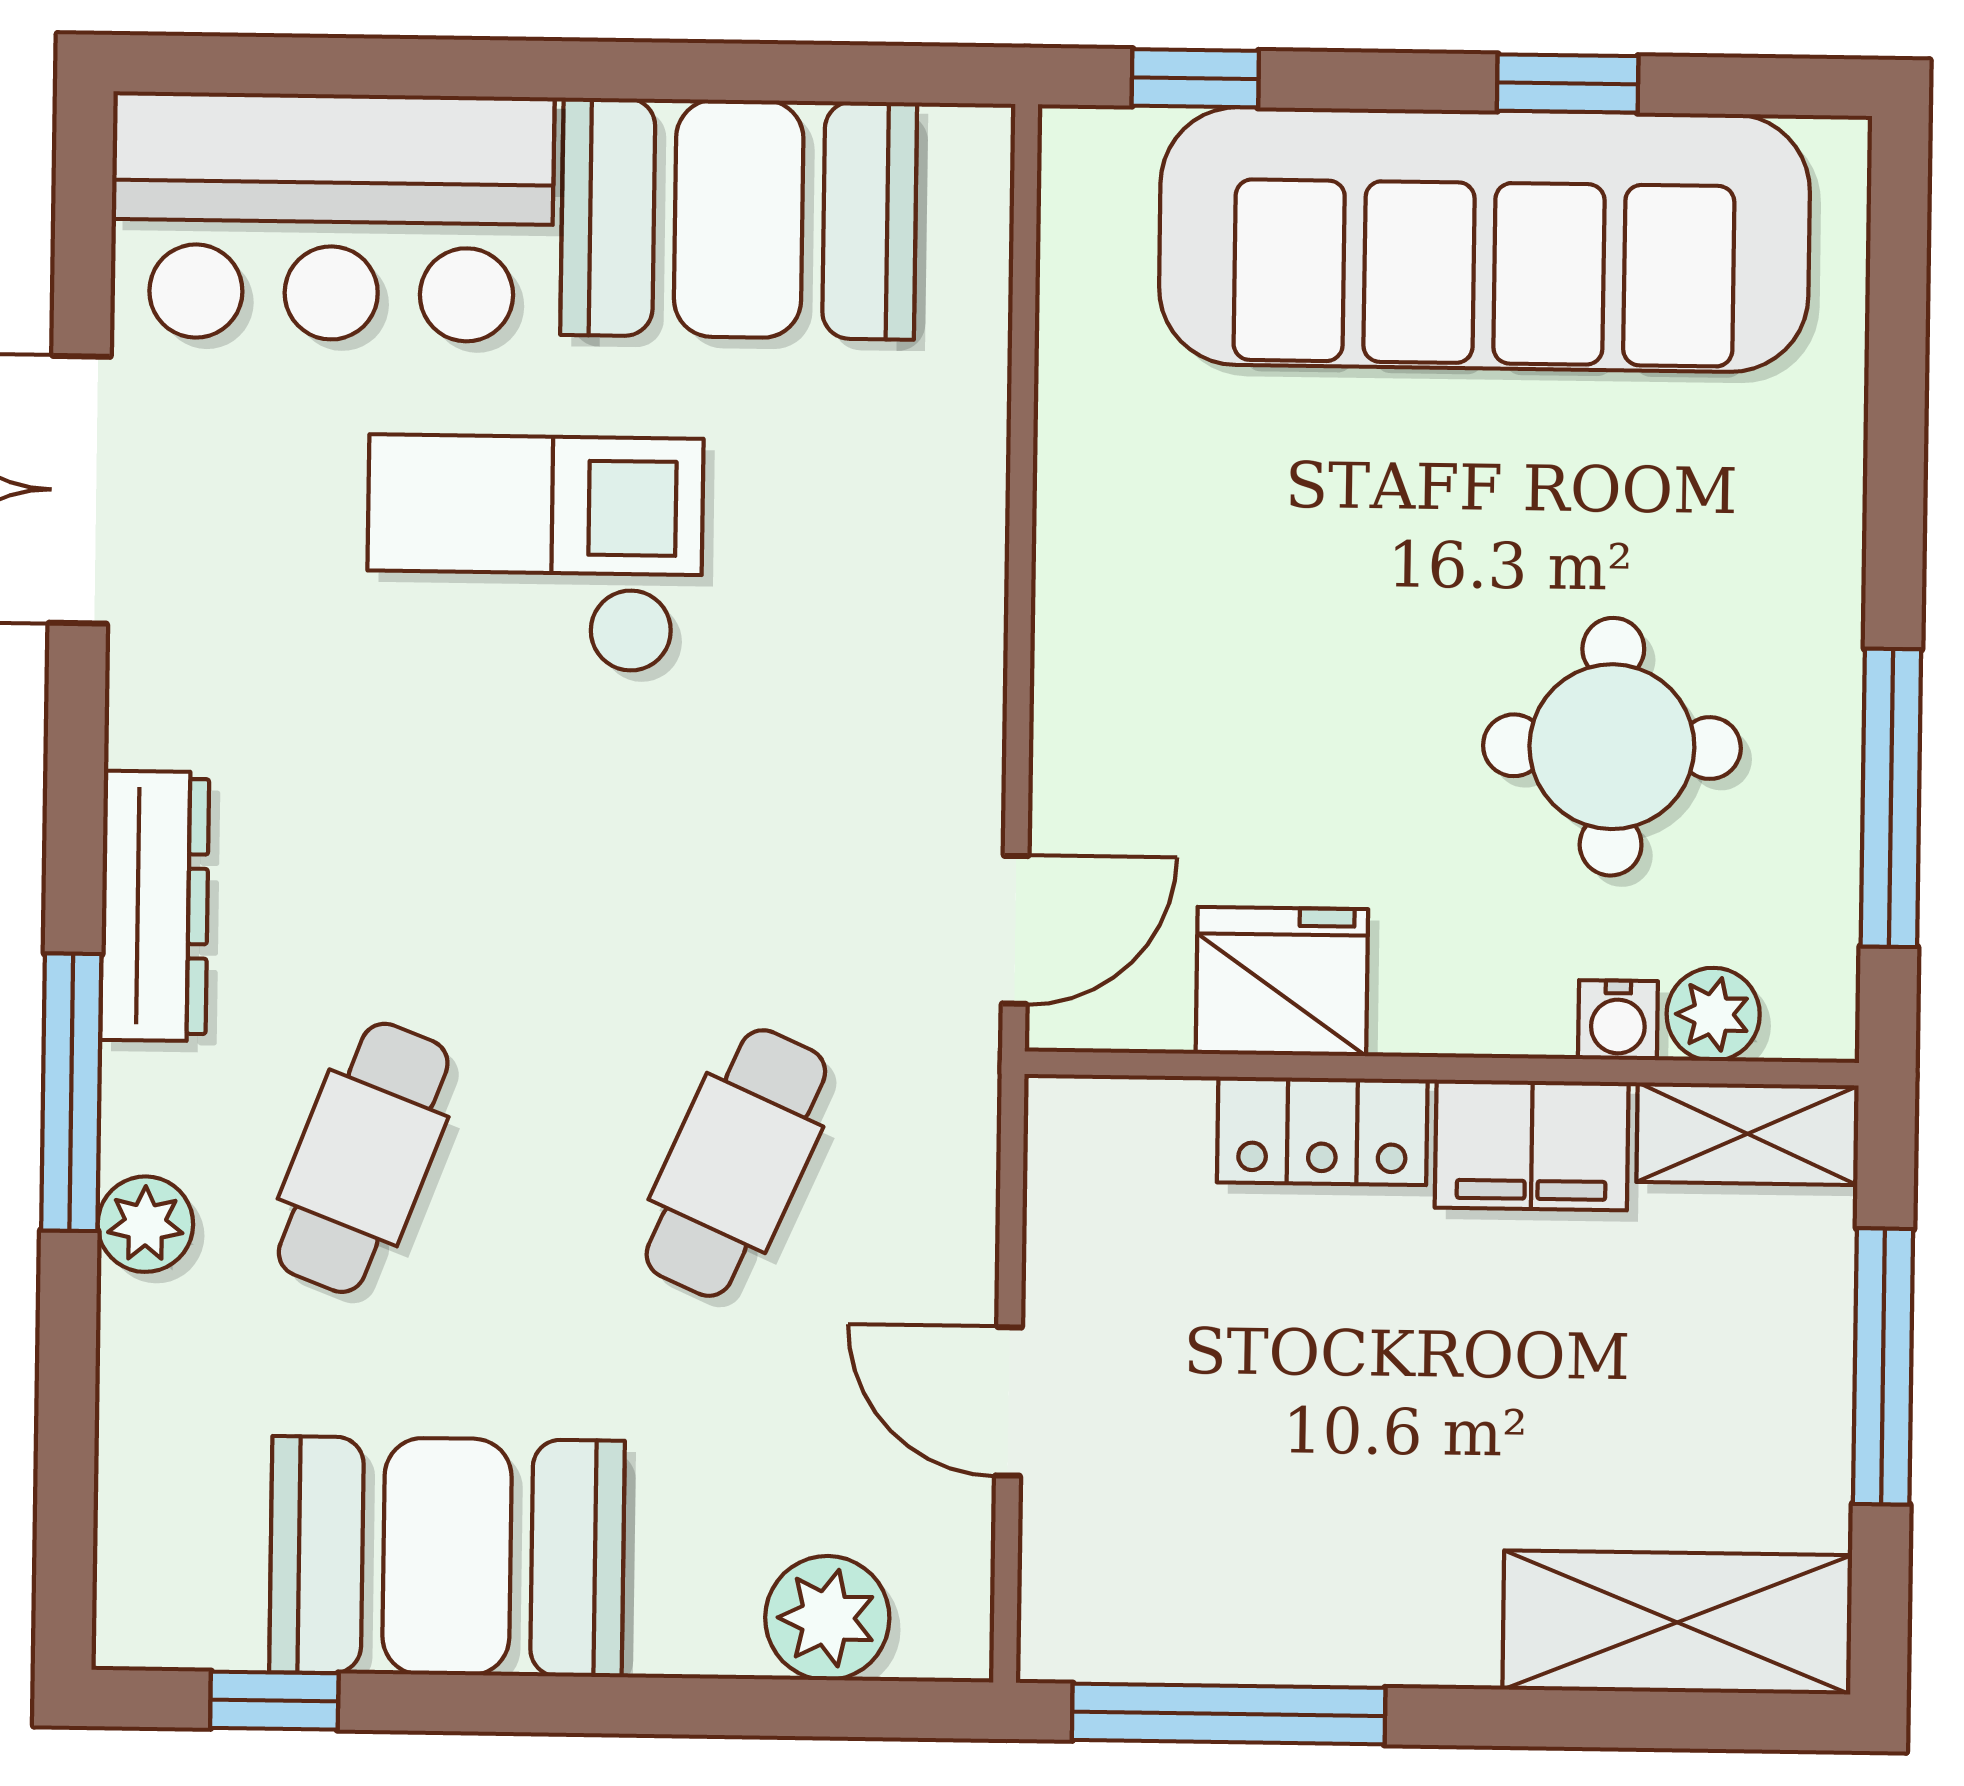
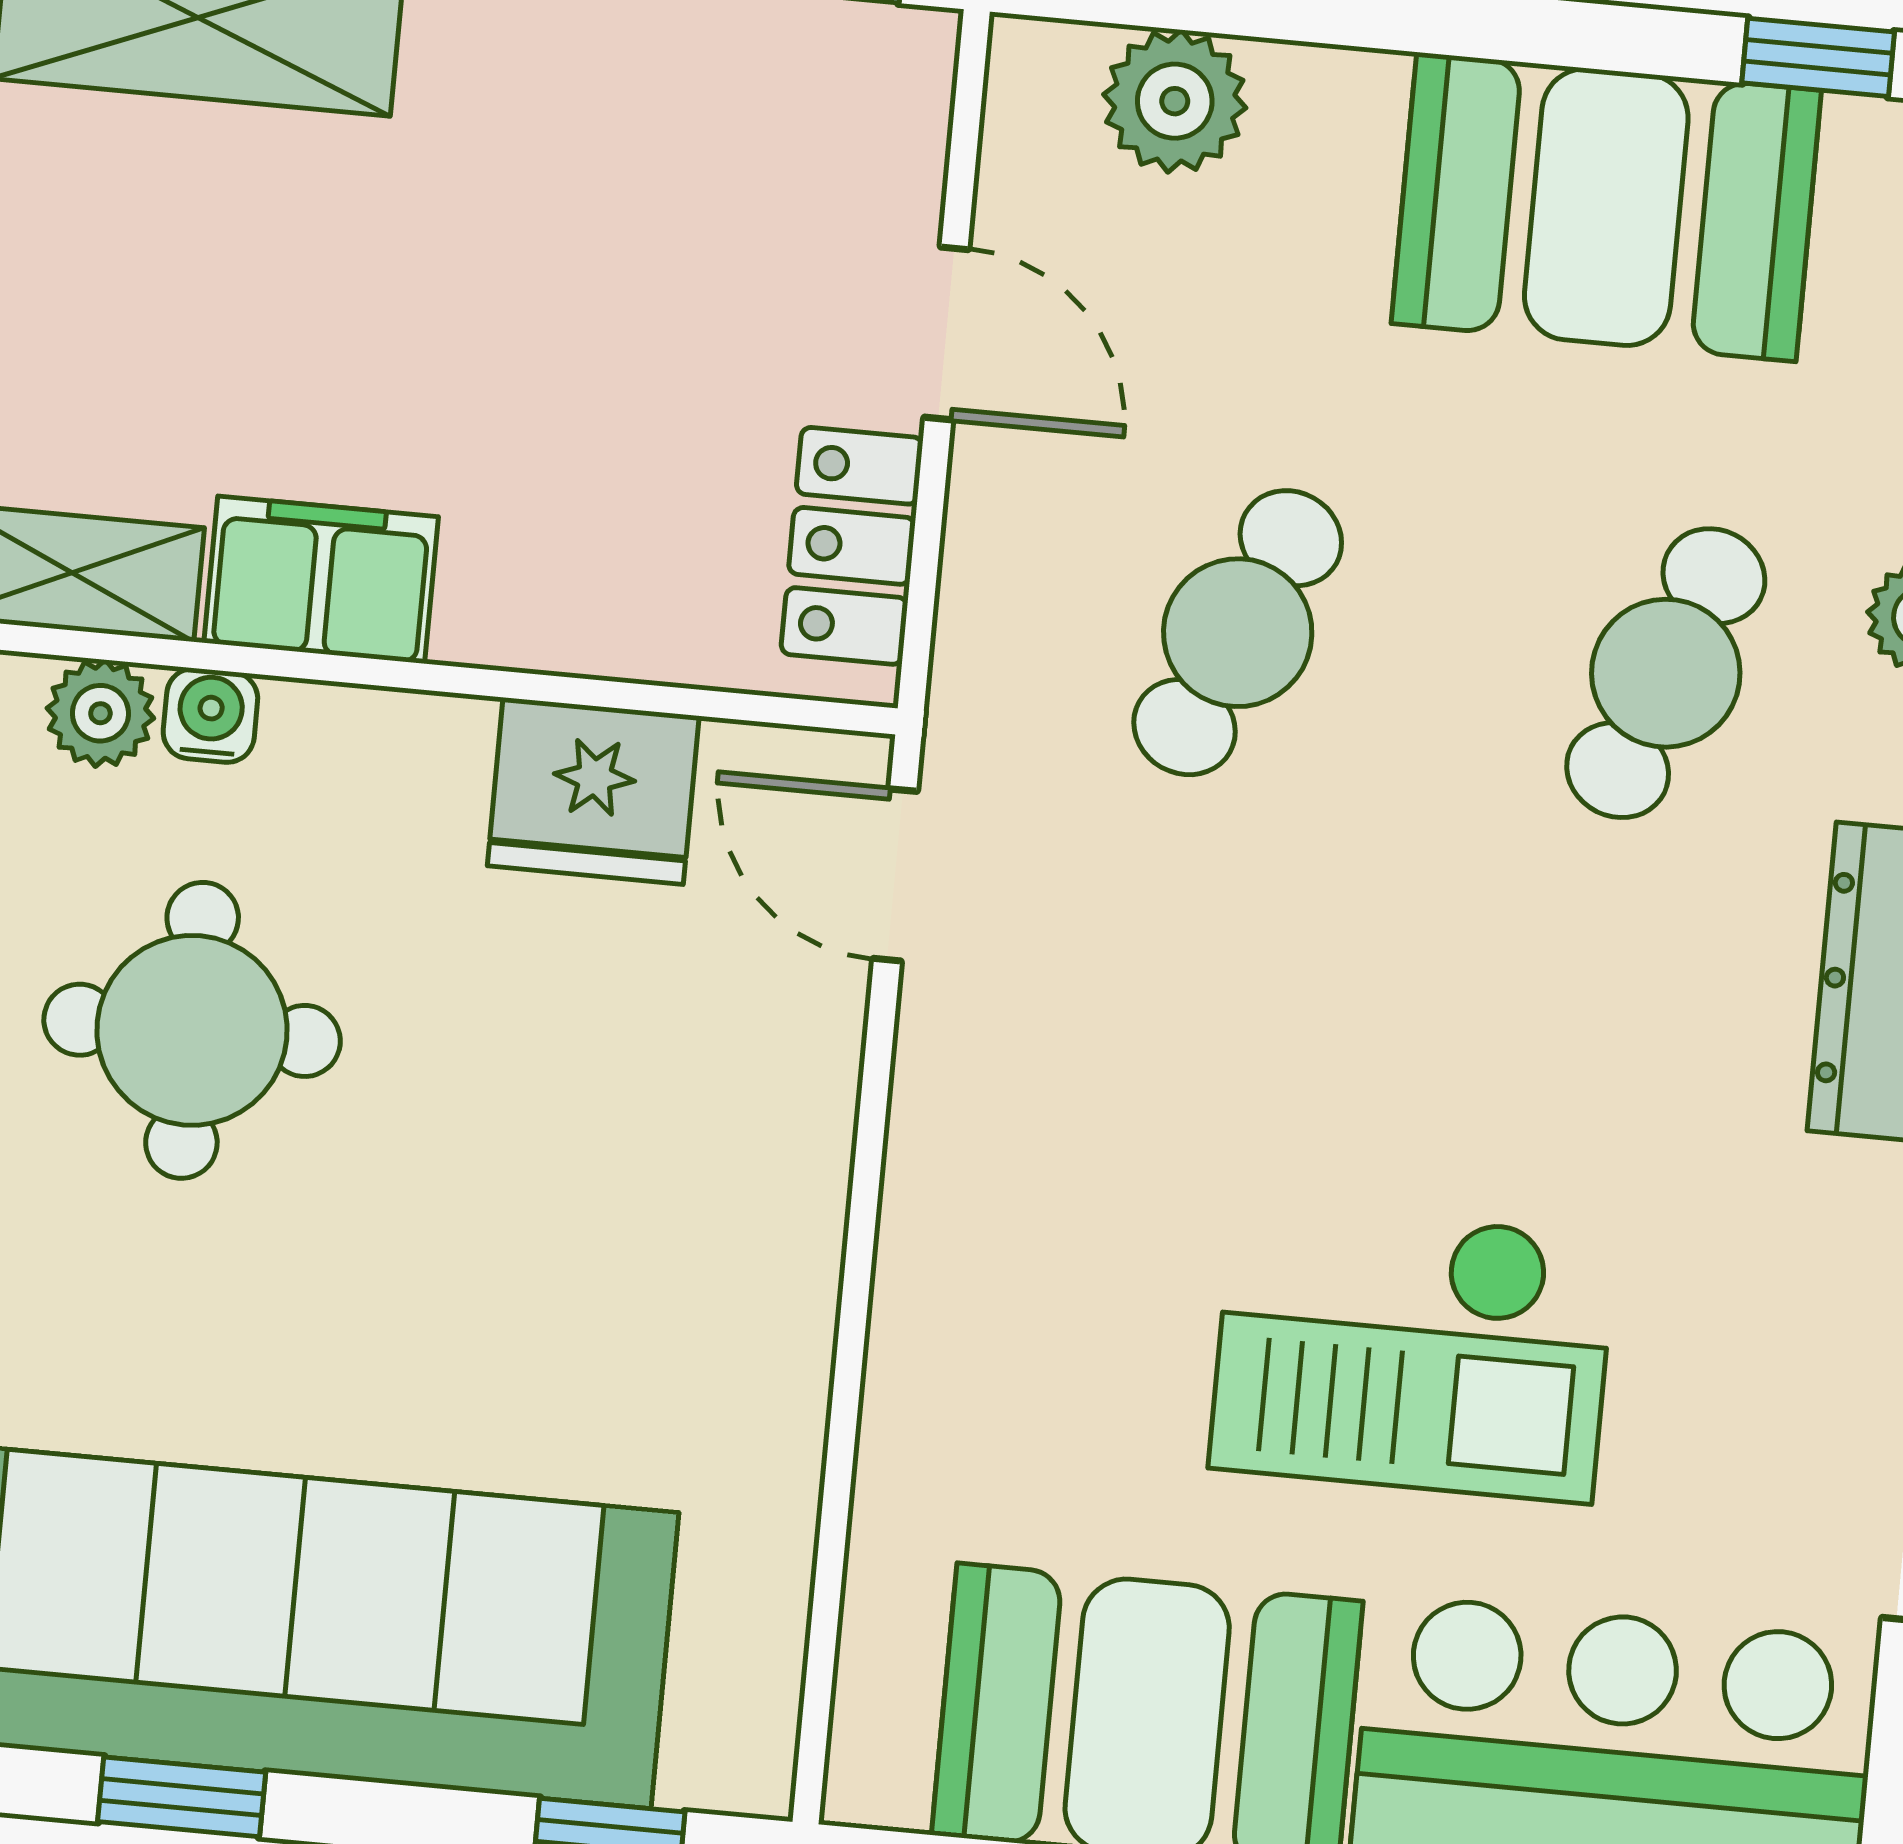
door: (1015, 930) -> (895, 875), hinge flipped
locker: (1322, 1131) -> (852, 546), moved, turned -90

